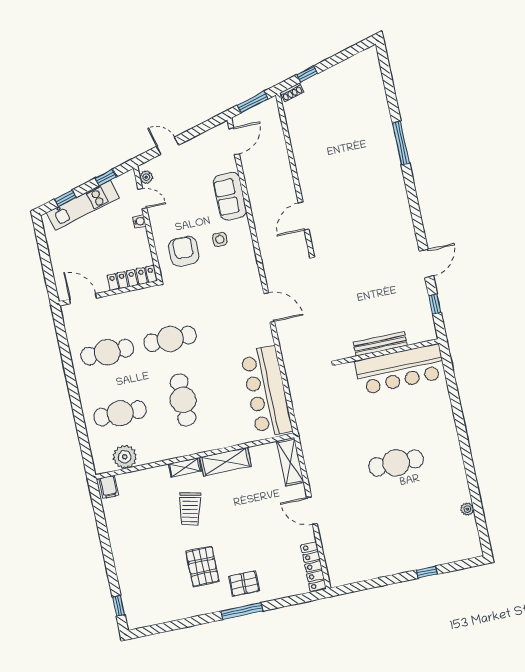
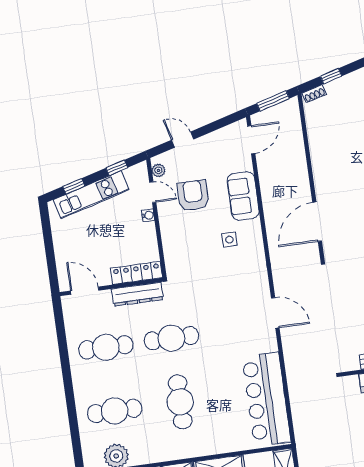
door: (304, 216) -> (317, 222), width x1.36
armchair: (184, 251) -> (193, 195), moved
dresser: (134, 299) -> (138, 294), added

